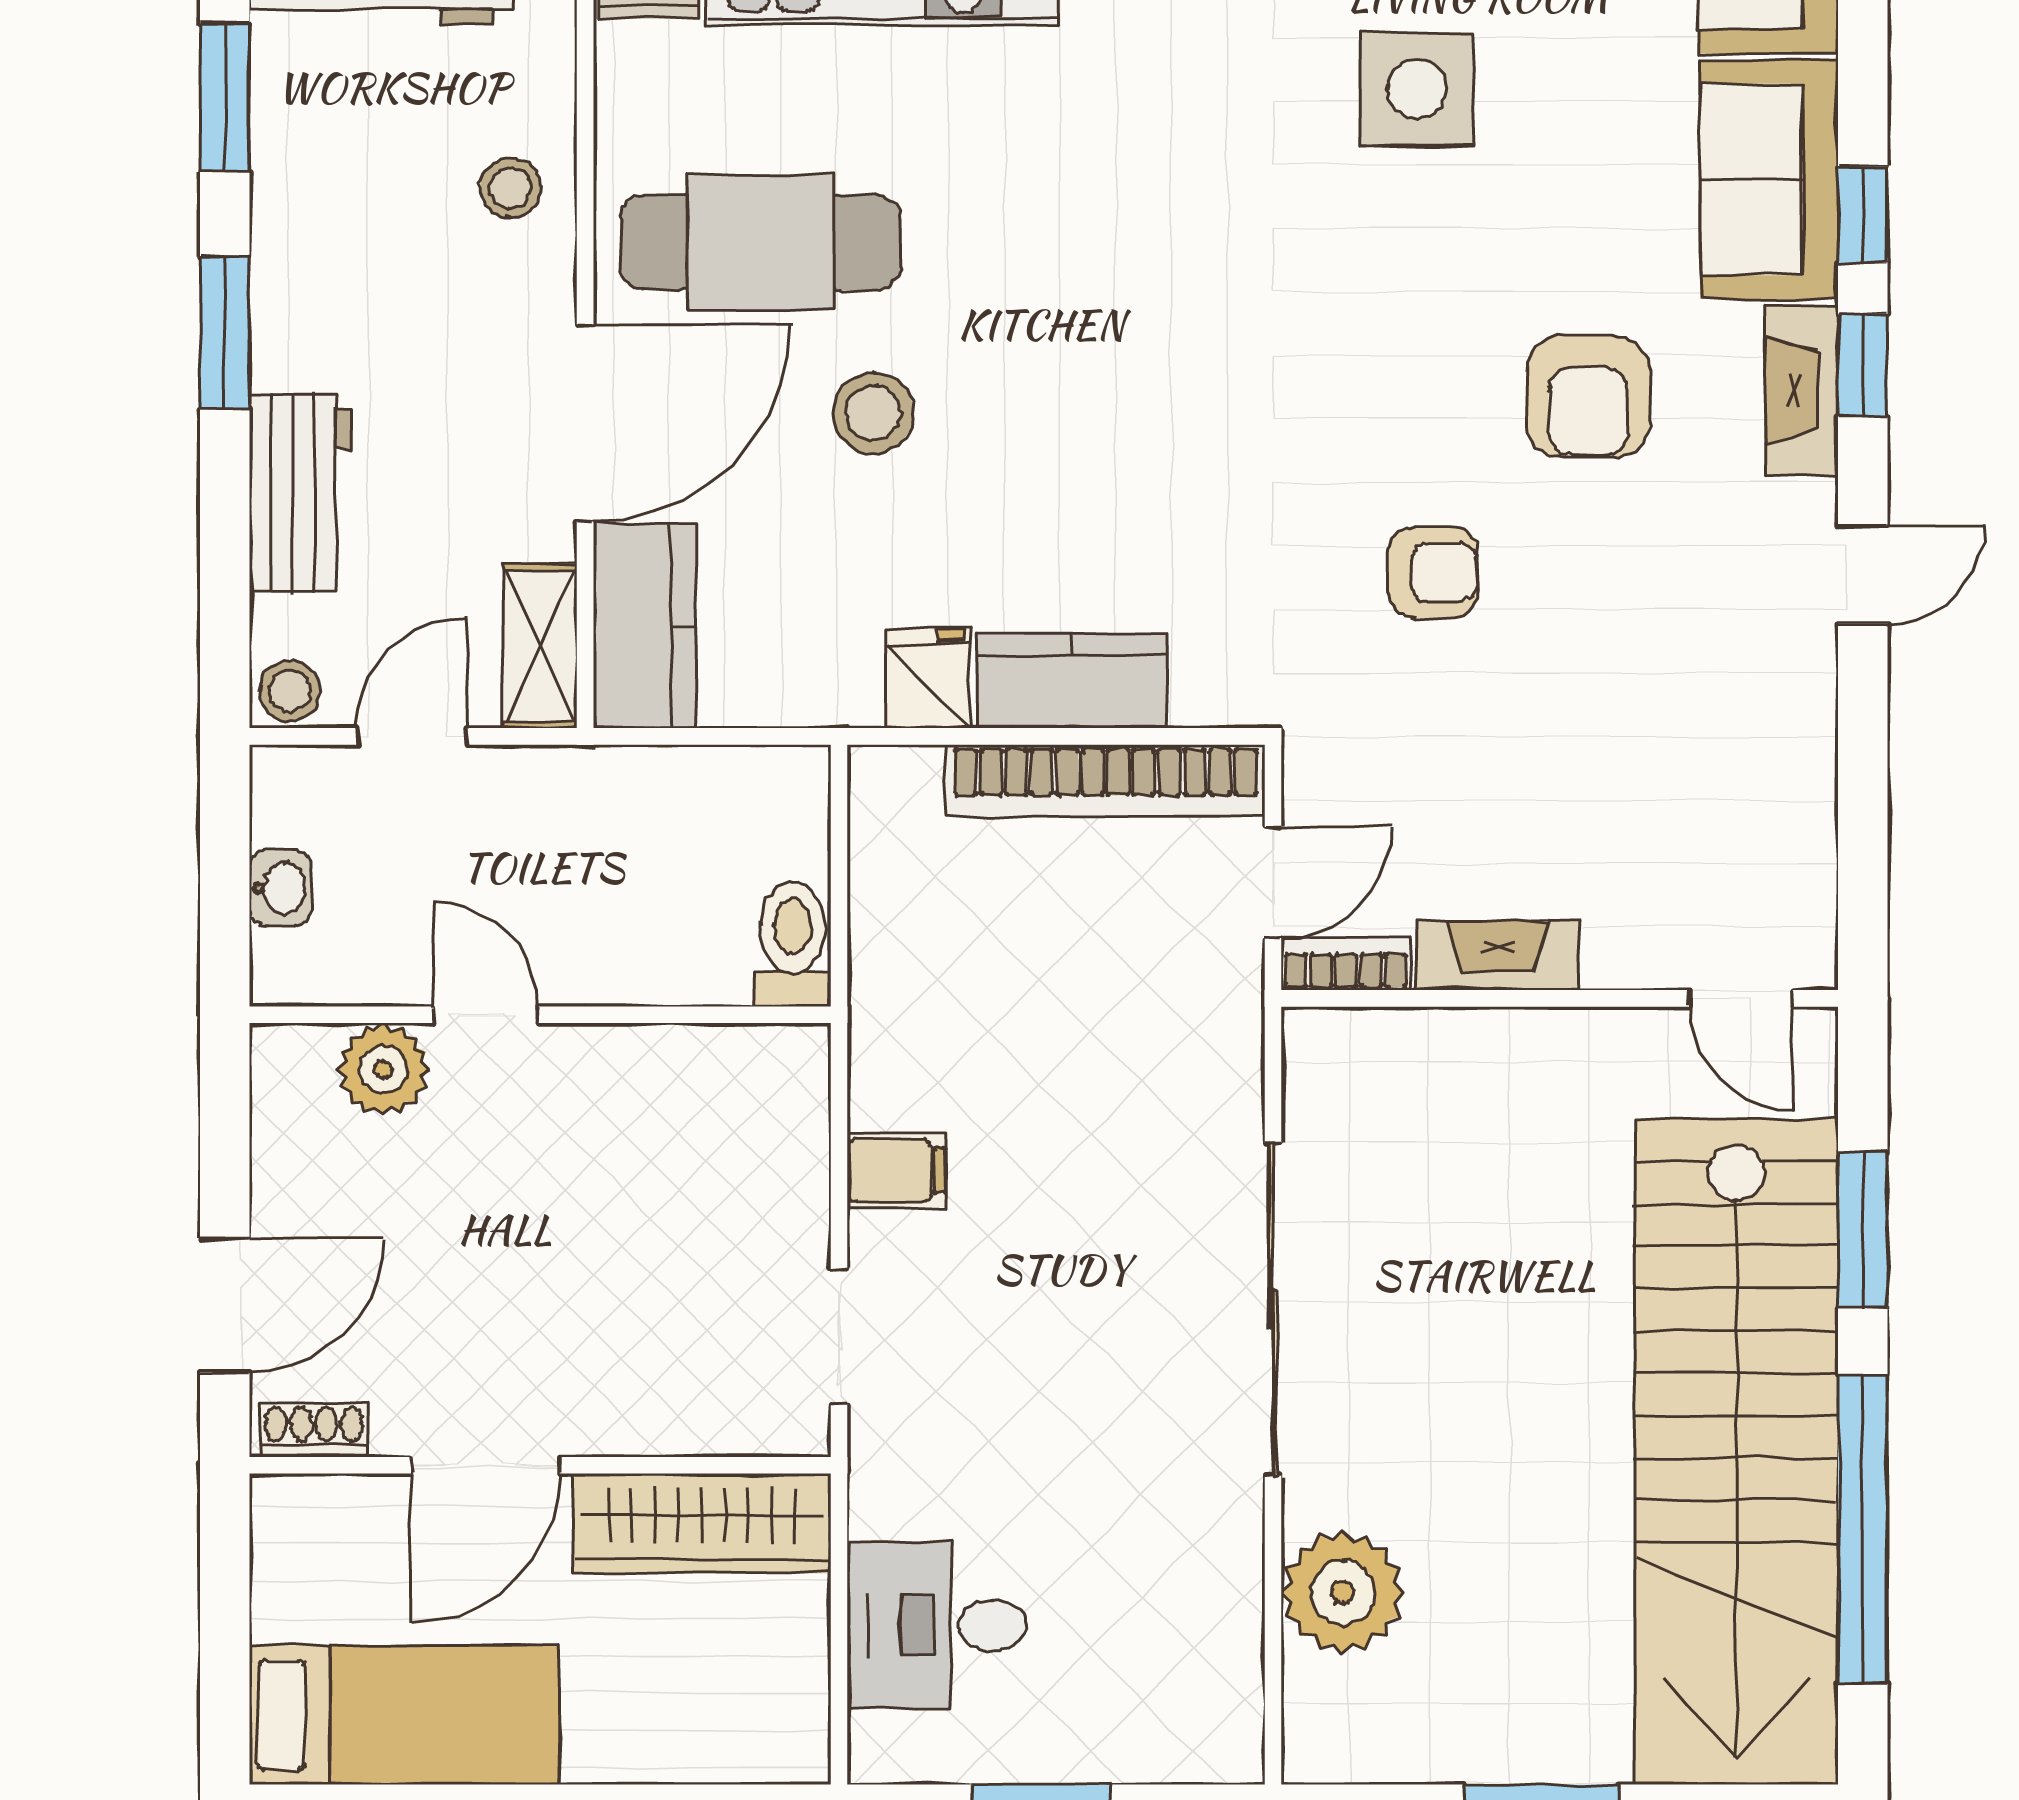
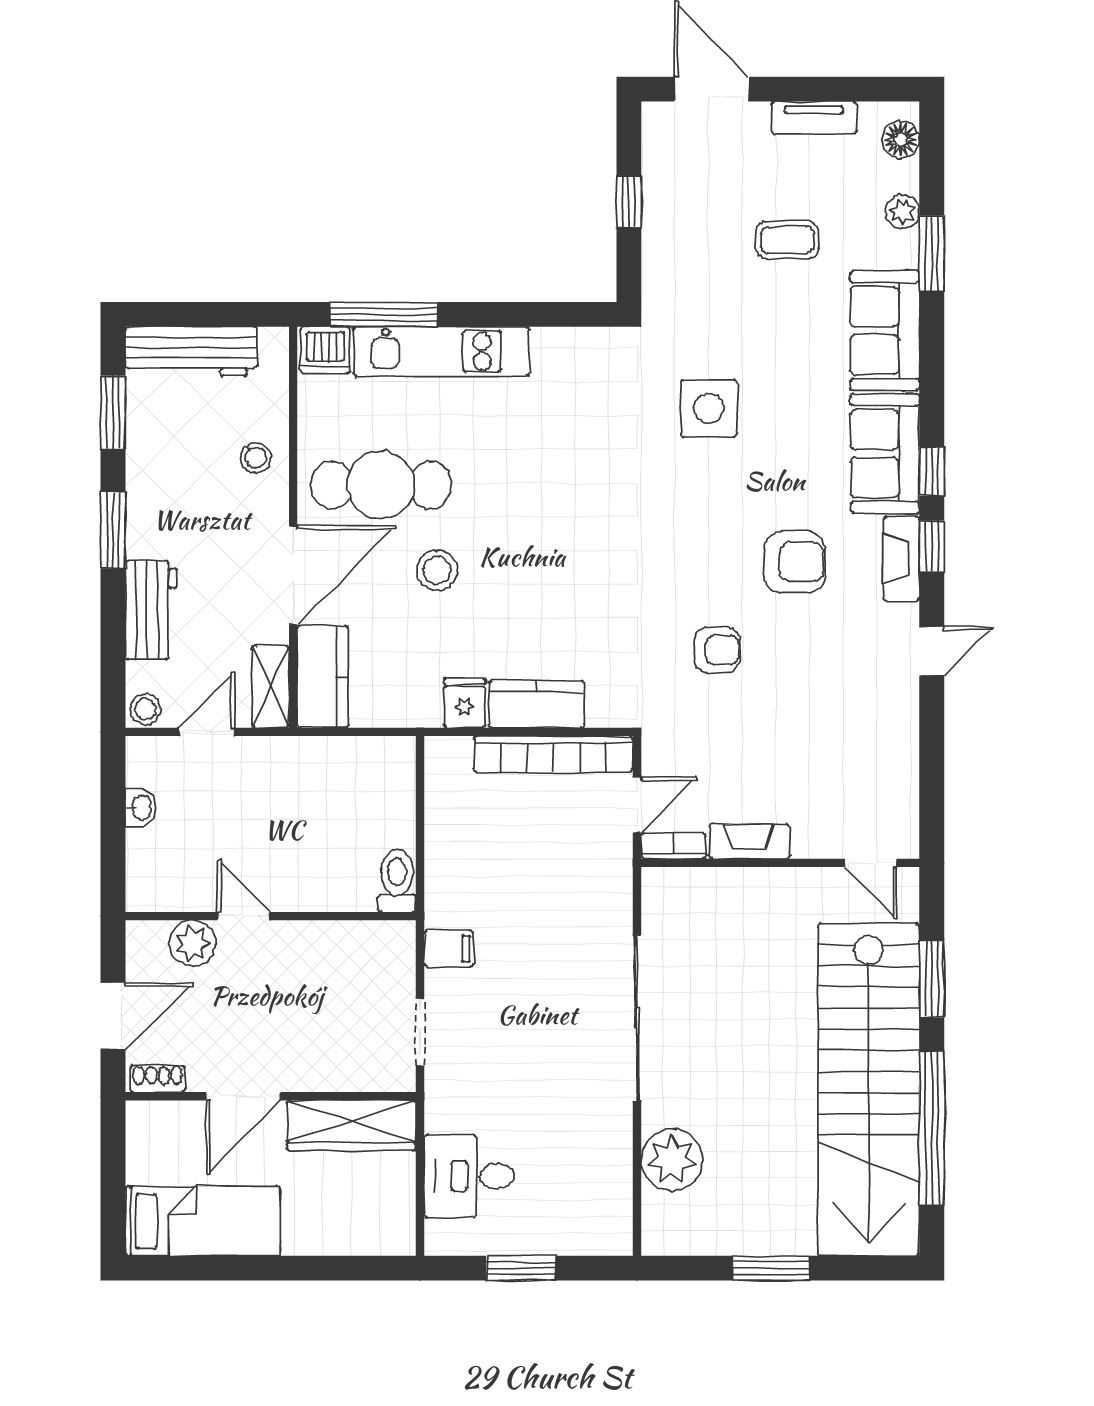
armchair: (1588, 396) -> (794, 562), turned -90
toilet: (793, 944) -> (397, 881), moved
door: (486, 1015) -> (244, 916), moved
wall: (540, 1015) -> (271, 916), moved
plant: (383, 1069) -> (192, 943), moved

